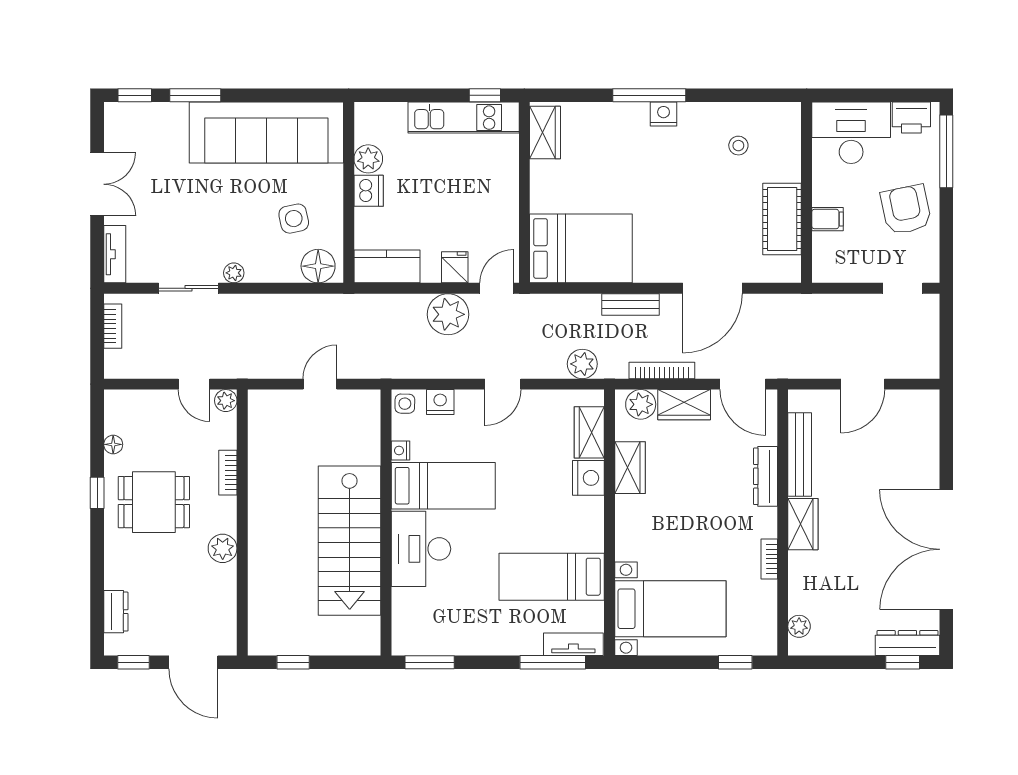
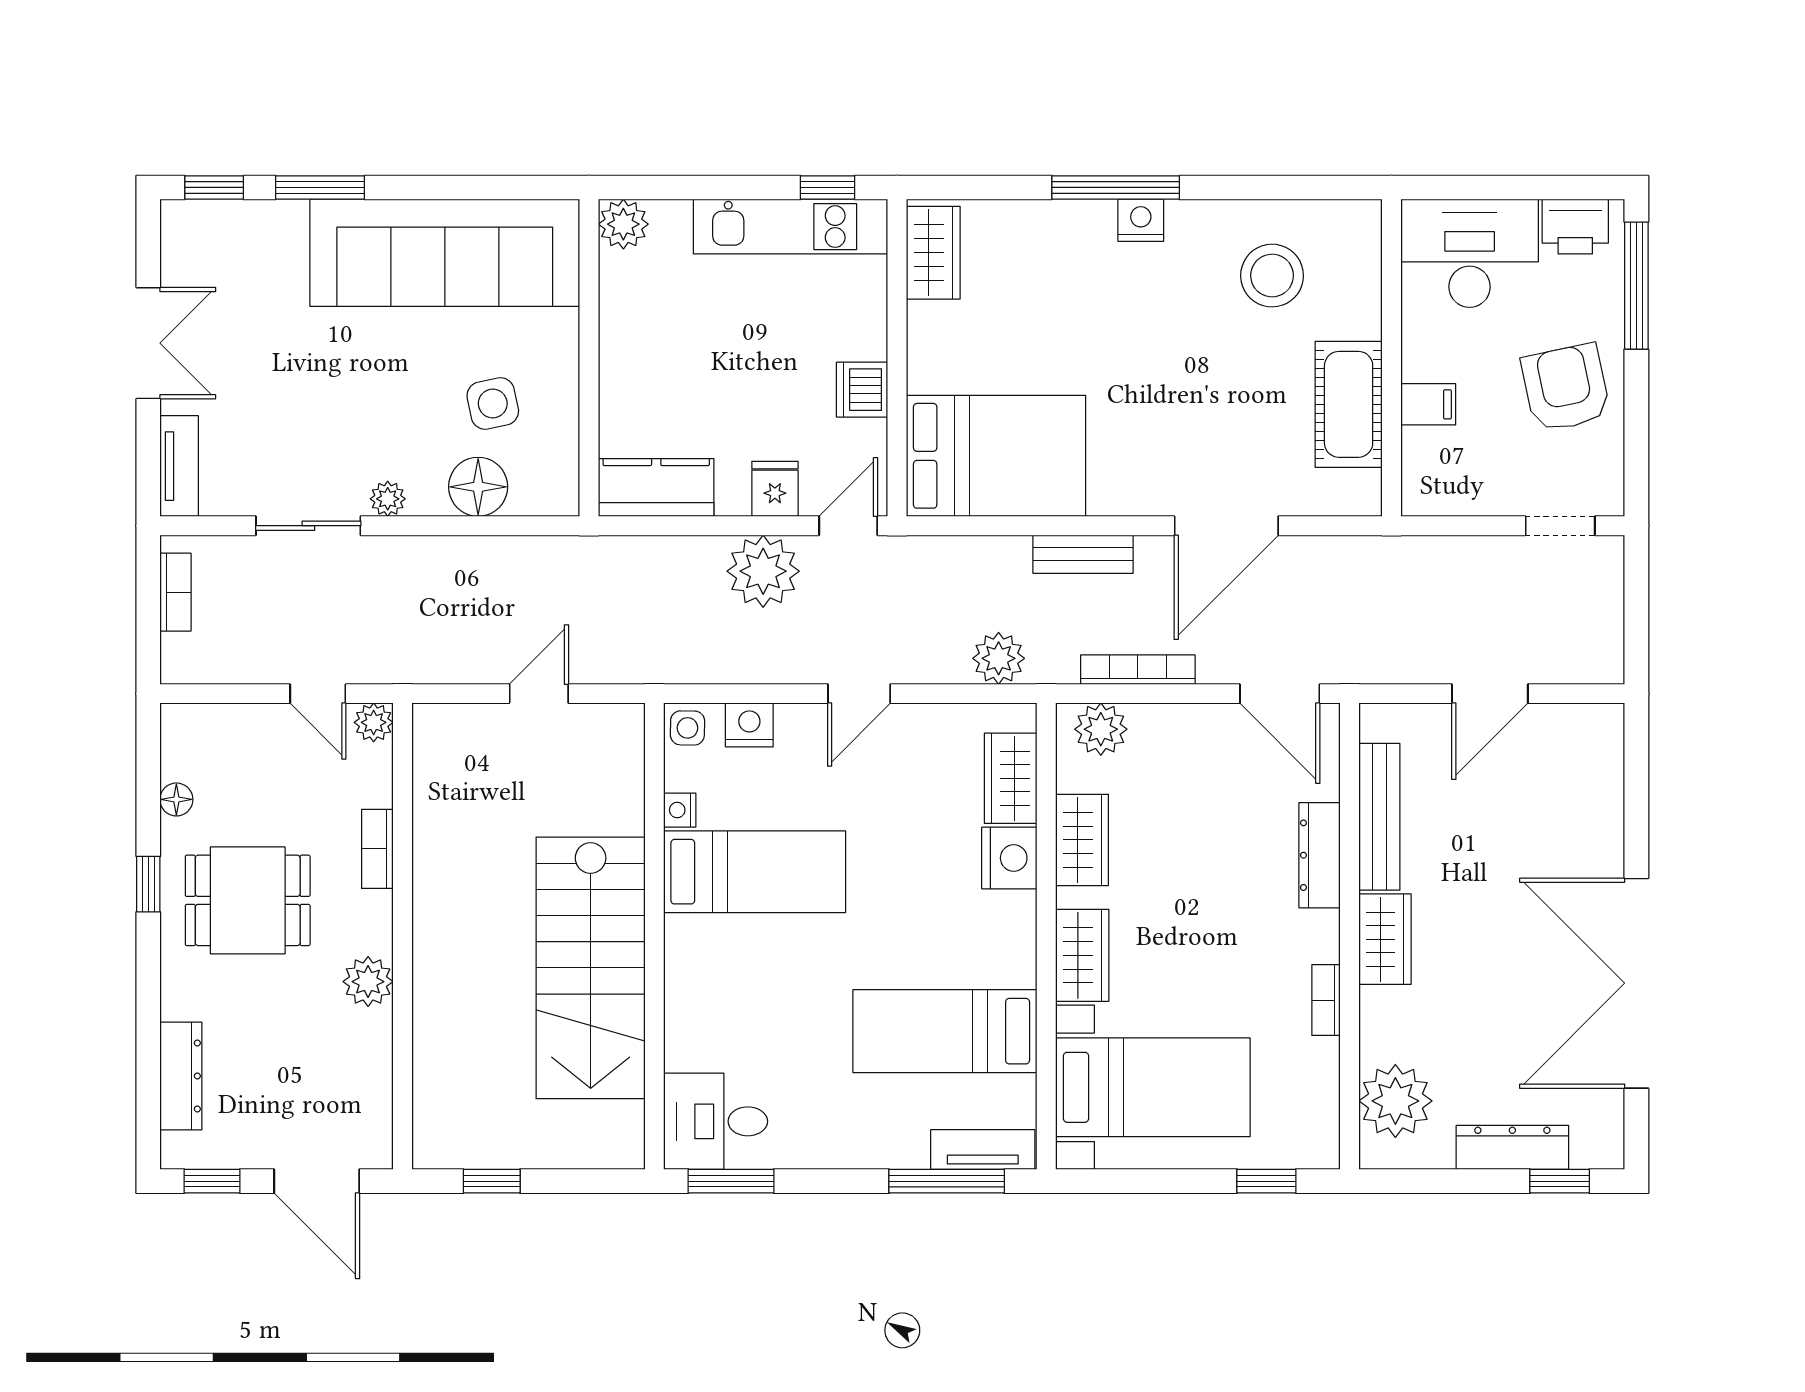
stool: (738, 146) -> (1272, 276), width x1.89, depth x1.89
plant: (368, 159) -> (623, 224), moved
dishwasher: (369, 191) -> (862, 390), moved, turned 180
floor lamp: (318, 266) -> (478, 487), moved
wardrobe: (684, 405) -> (1082, 955), moved, turned -90
desk: (421, 549) -> (716, 1121), moved, width x0.73
dresser: (116, 612) -> (181, 1076), width x1.44
plant: (799, 626) -> (1395, 1101), width x1.88, depth x1.88
dresser: (907, 643) -> (1512, 1147), moved

